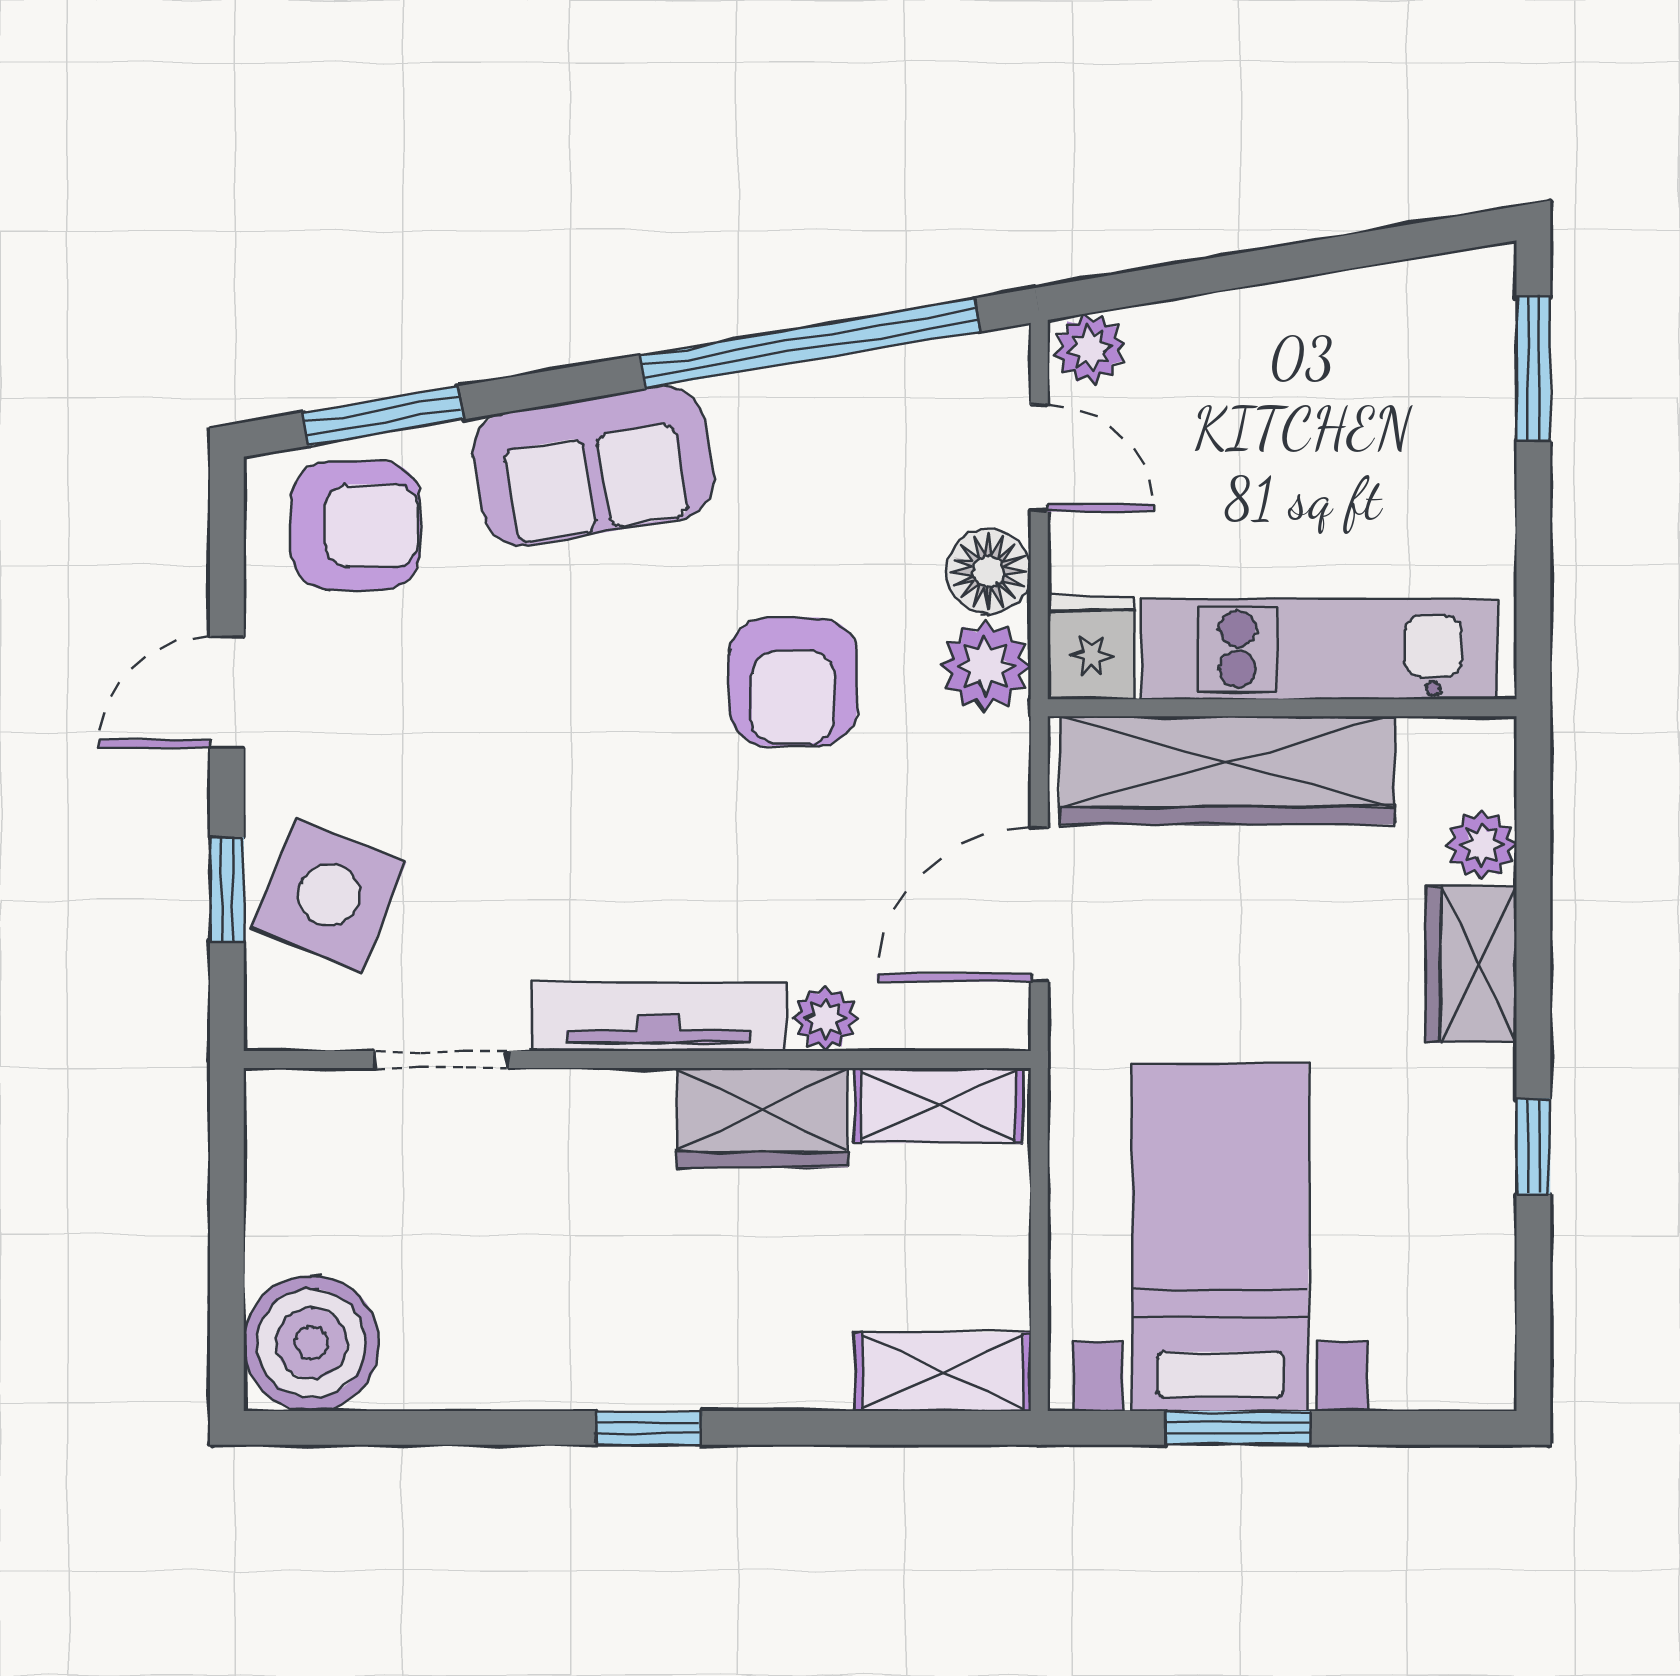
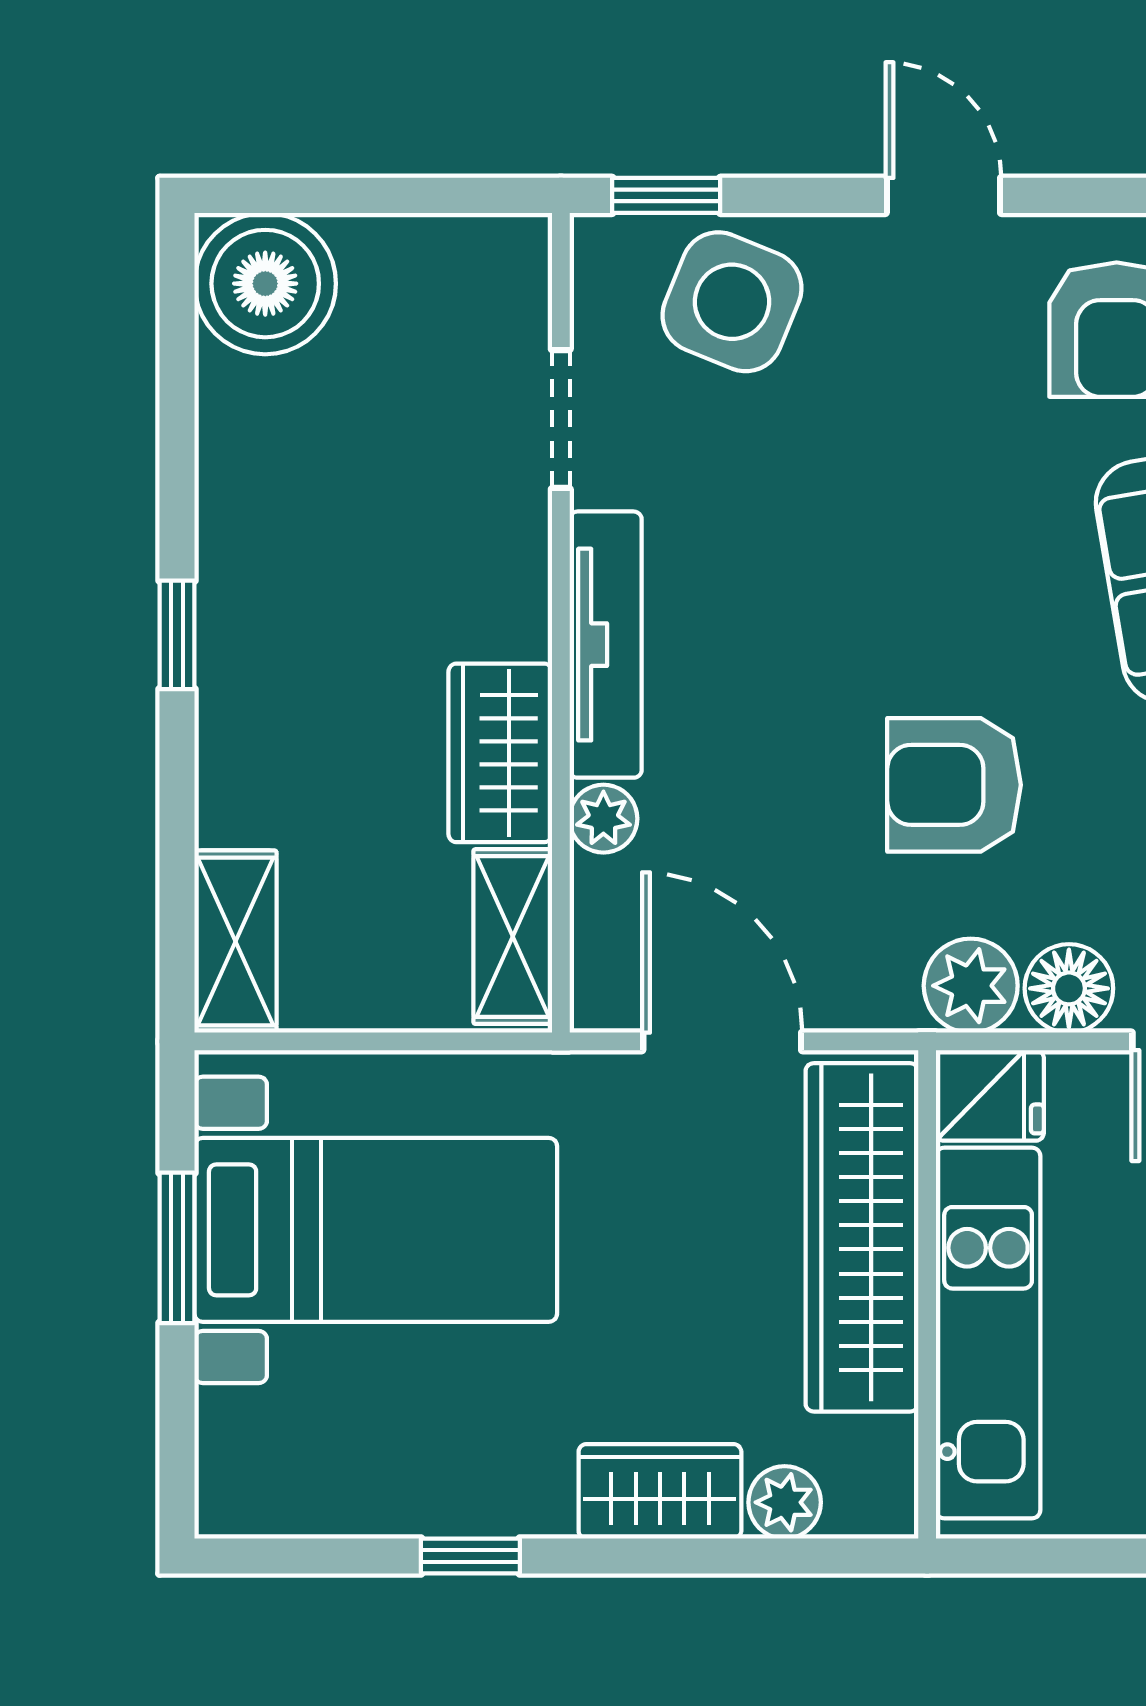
window: (227, 889) -> (666, 195), moved

